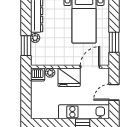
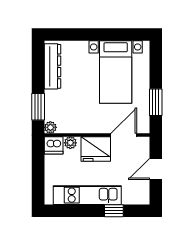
plant: (35, 38) -> (50, 127), moved
kitchen unit: (84, 112) -> (87, 195), moved

